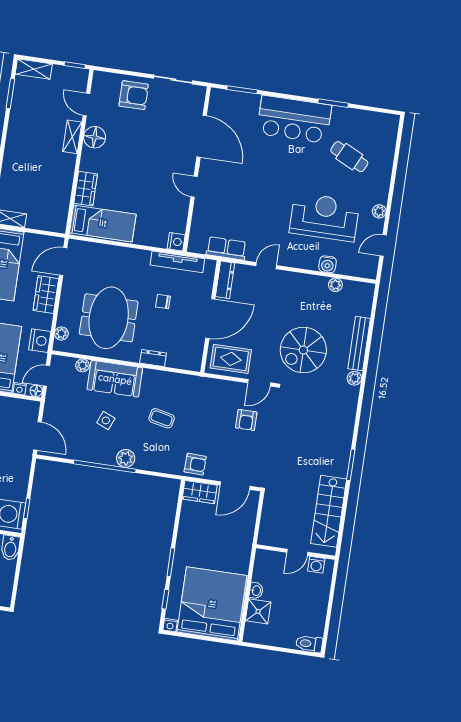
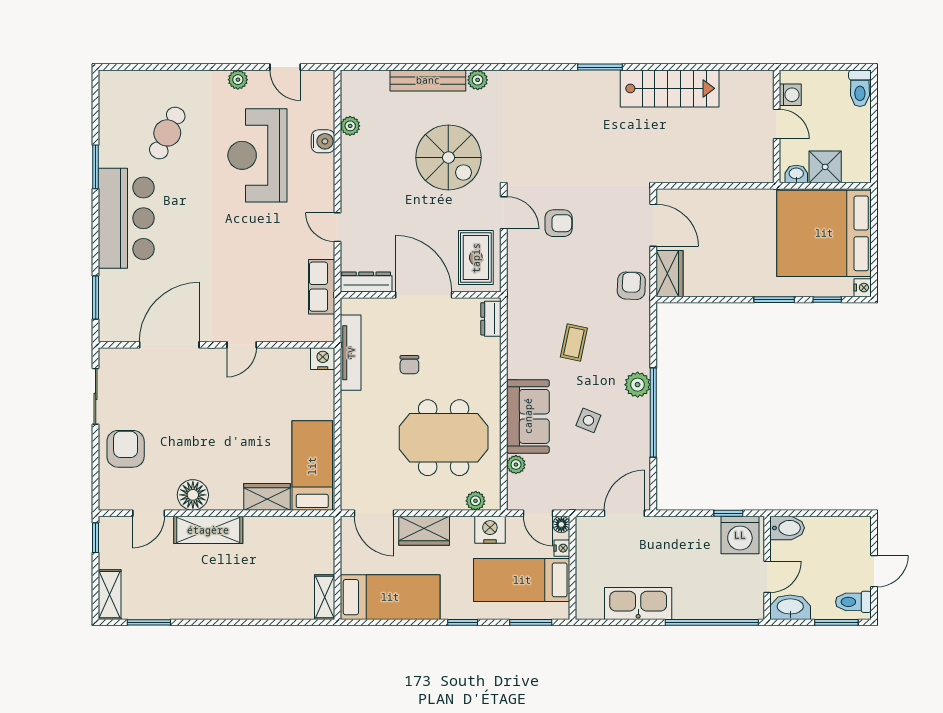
shelving: (72, 137) -> (208, 530), width x1.50, depth x1.33
dresser: (153, 358) -> (491, 319), moved
wall: (296, 552) -> (777, 126), moved
door: (297, 552) -> (777, 124), moved
washing machine: (316, 565) -> (790, 95), moved

